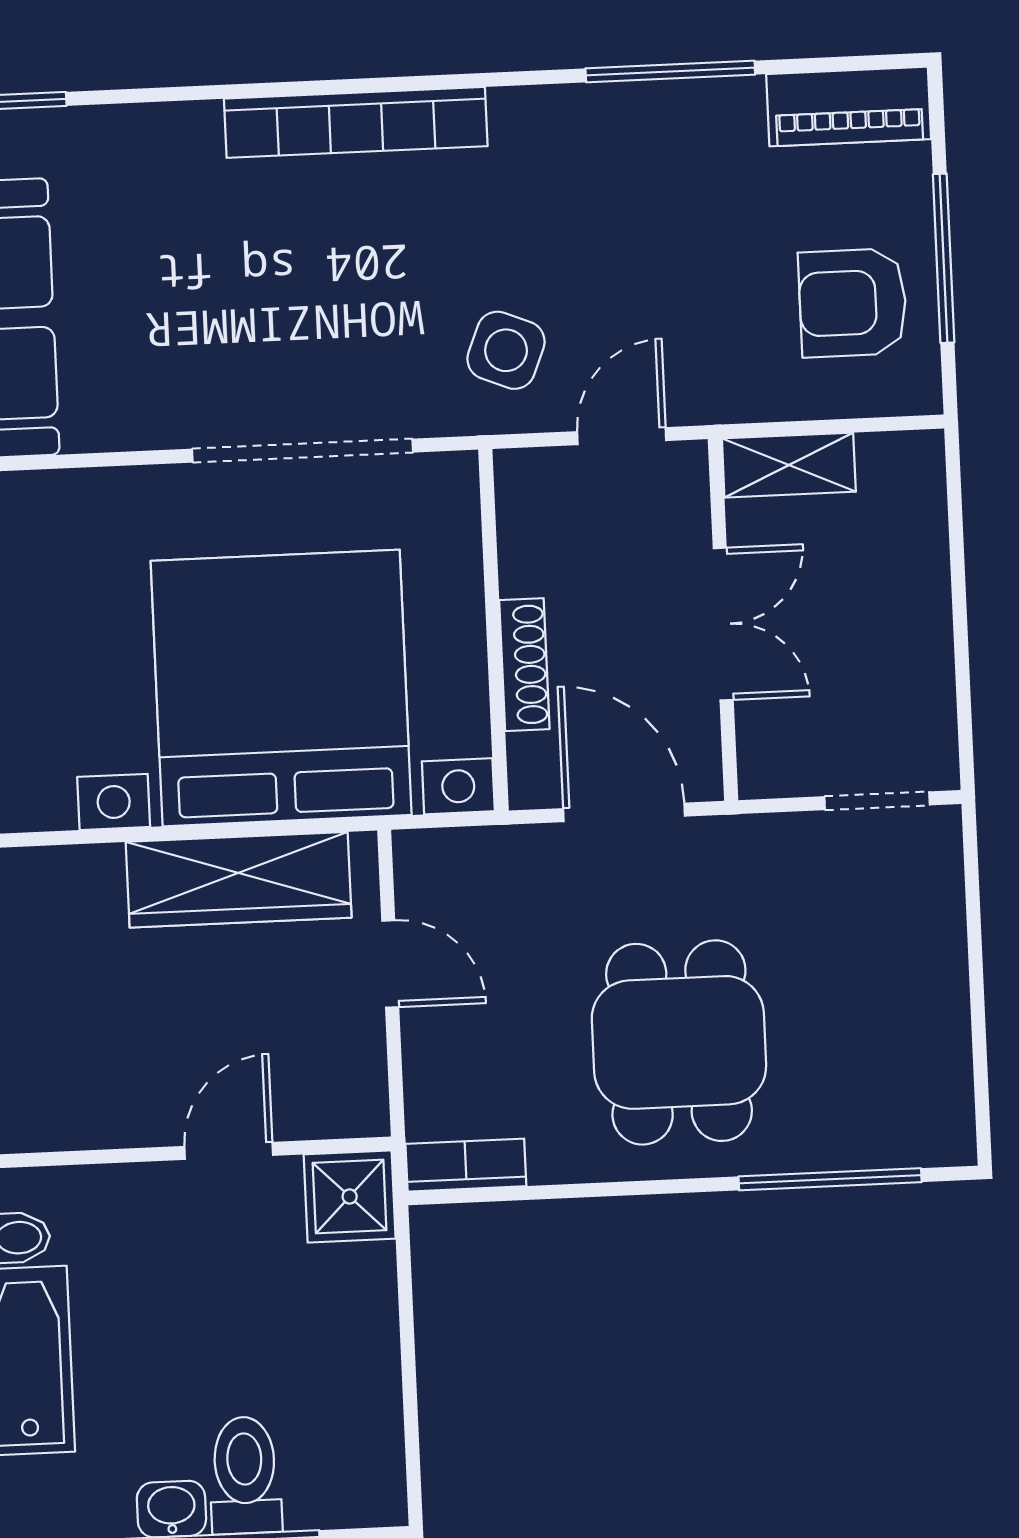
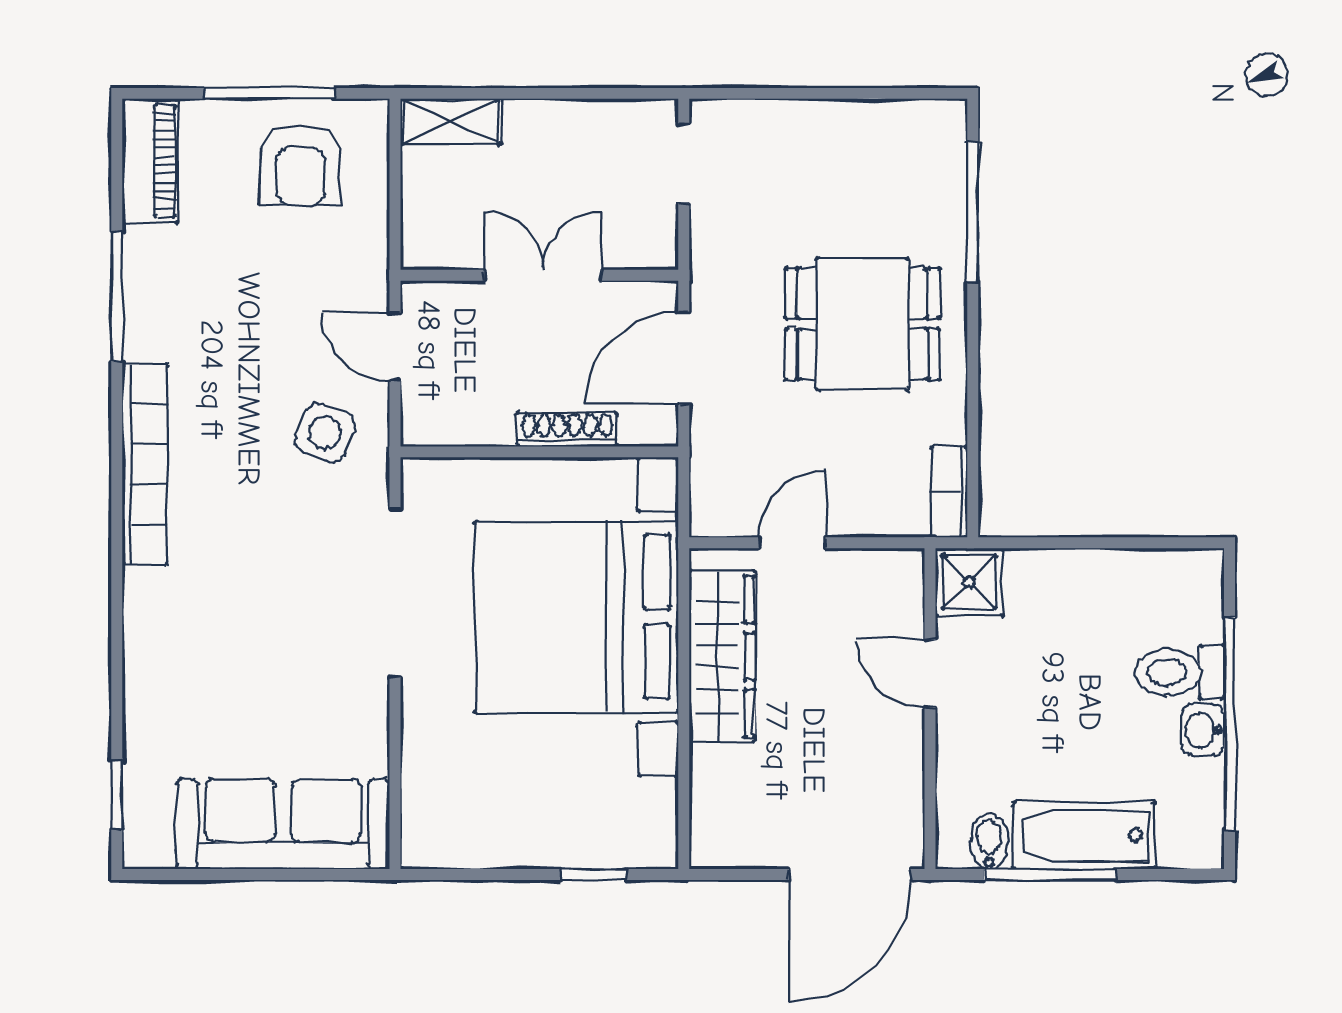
bookcase: (356, 122) -> (145, 464), moved
shelving: (789, 465) -> (451, 121), moved, turned 90

